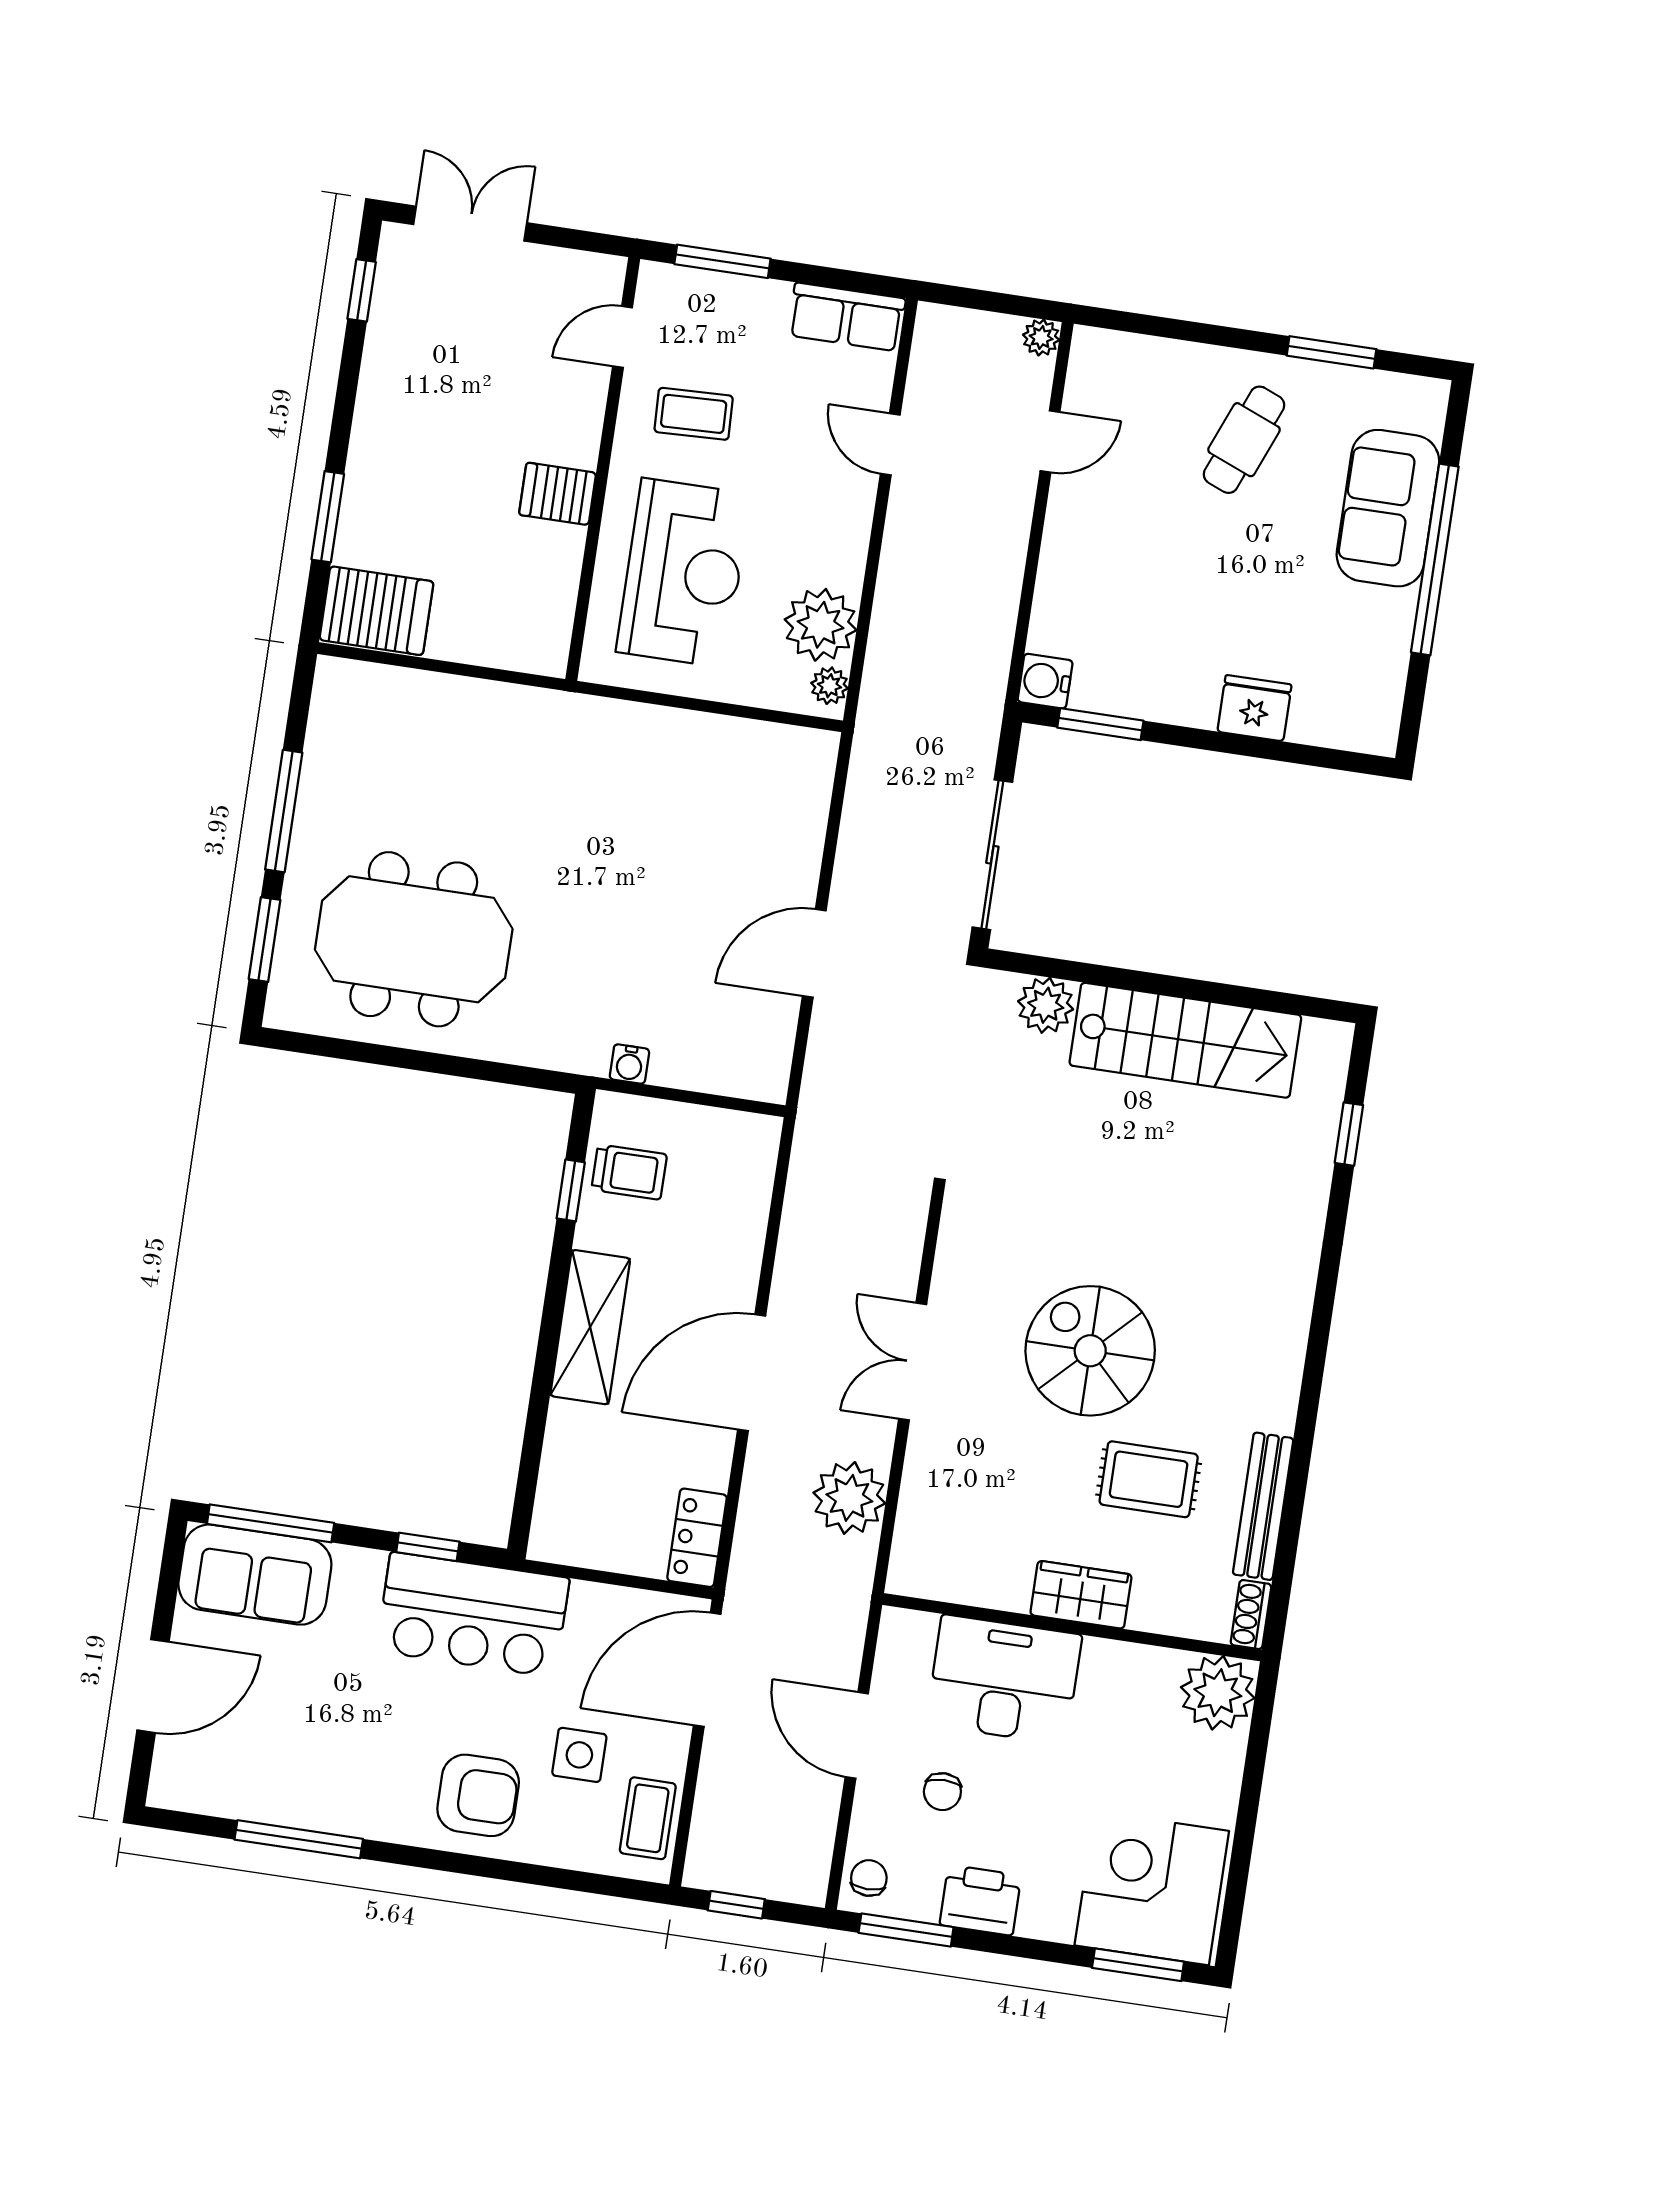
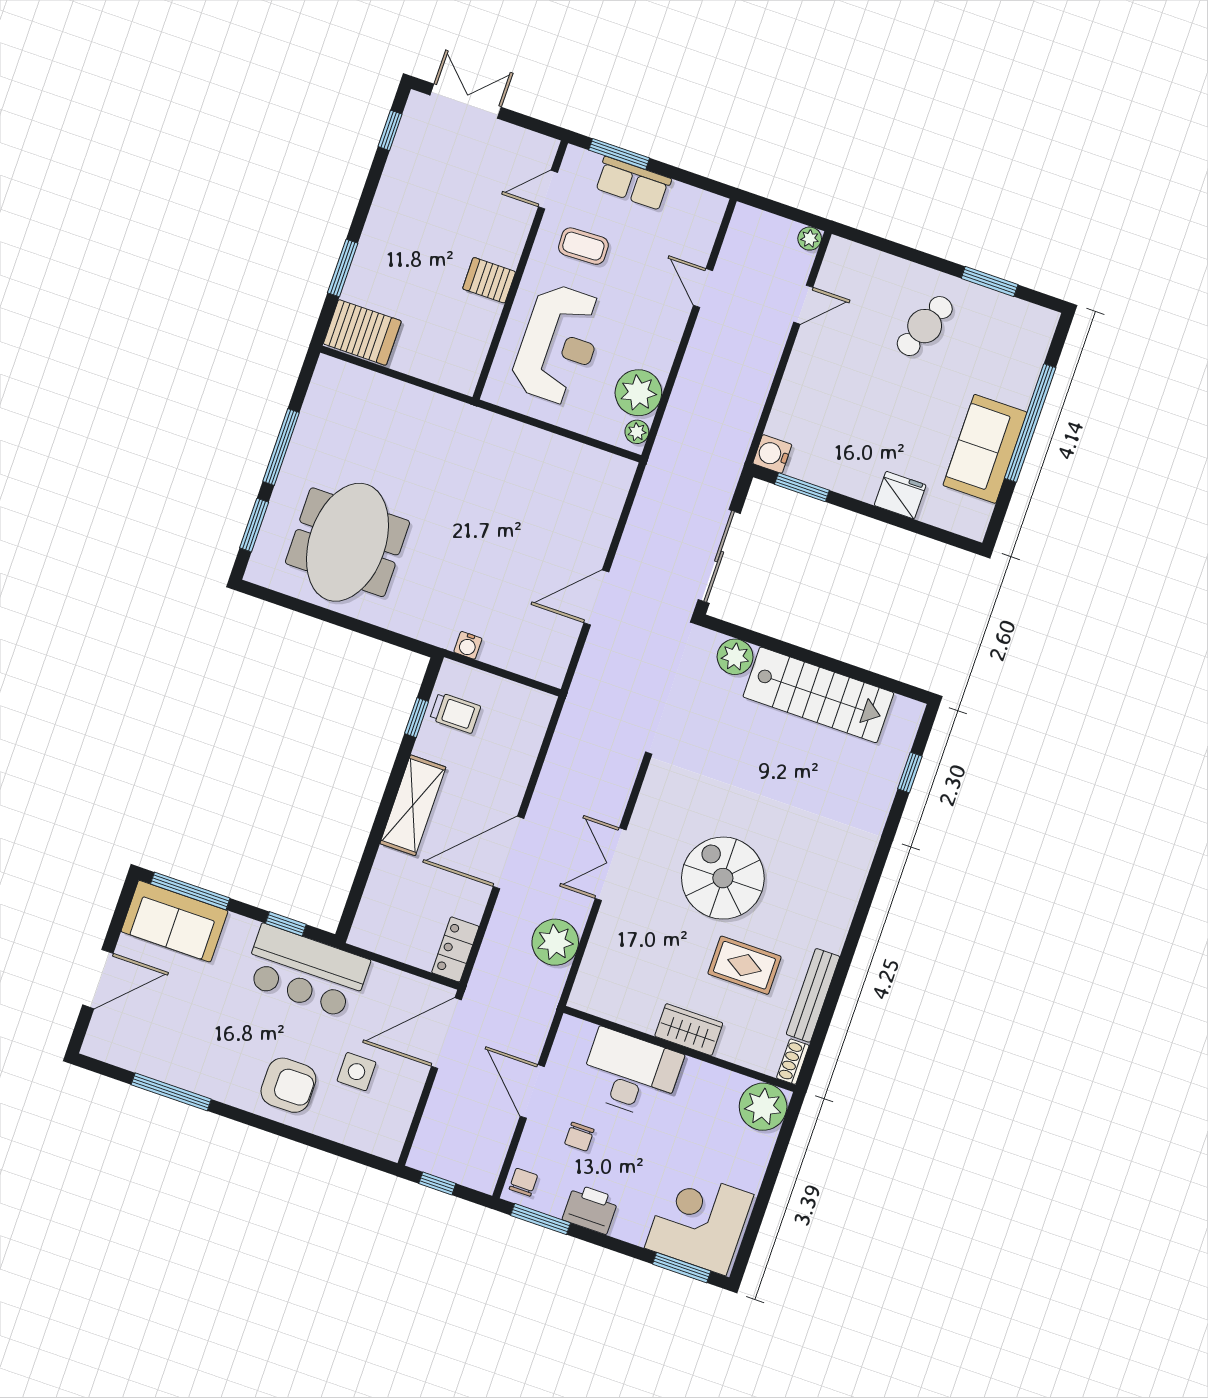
row of seats: (847, 317) -> (633, 183), moved
sofa: (1388, 508) -> (985, 449), moved
meeting table: (414, 939) -> (347, 542), turned 90
coffee table: (648, 1818) -> (392, 1119), removed

